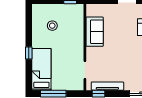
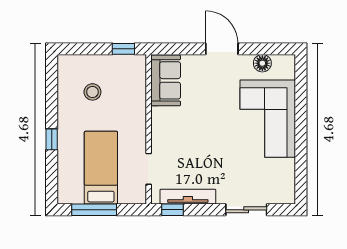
sofa: (95, 32) -> (166, 80), moved
bed: (41, 69) -> (101, 168), moved

